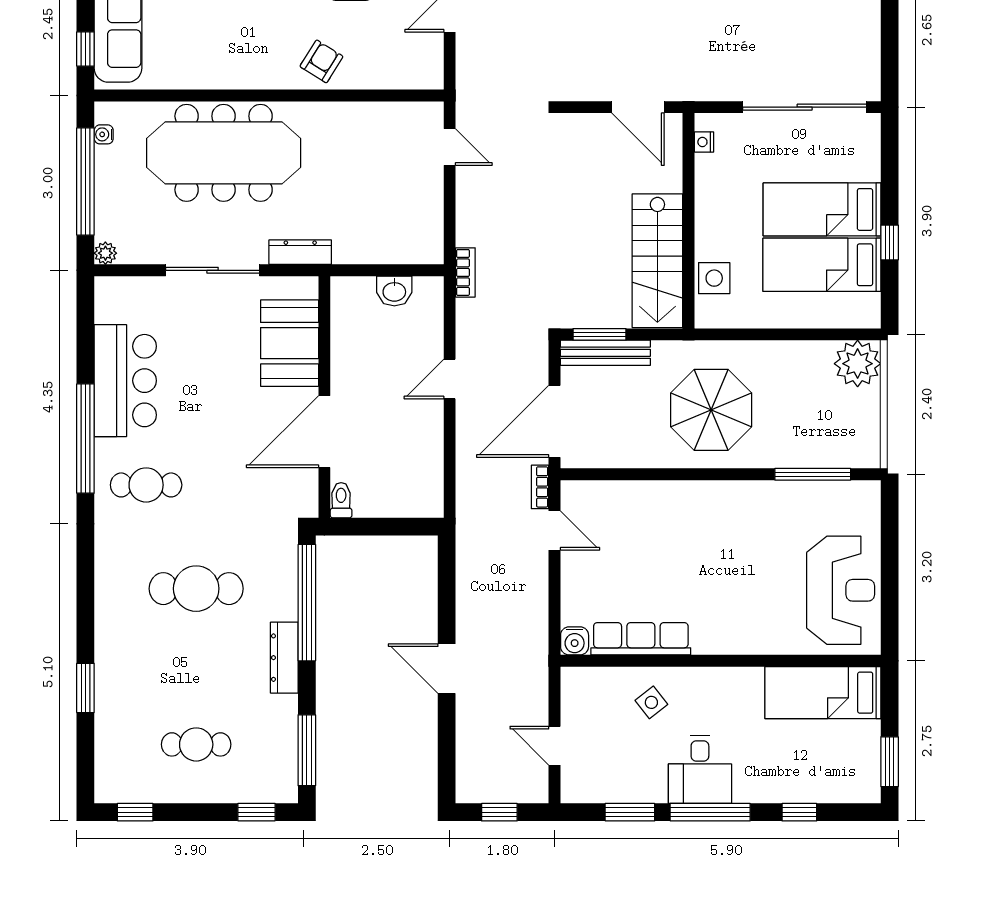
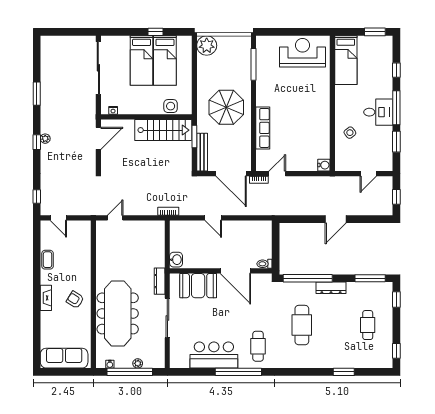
window: (85, 49) -> (74, 372), removed
armchair: (321, 61) -> (75, 300), moved
plant: (105, 253) -> (138, 363), moved
washbasin: (394, 291) -> (176, 260), moved
window: (600, 334) -> (194, 136), moved
row of seats: (641, 639) -> (263, 128), moved, turned 180

